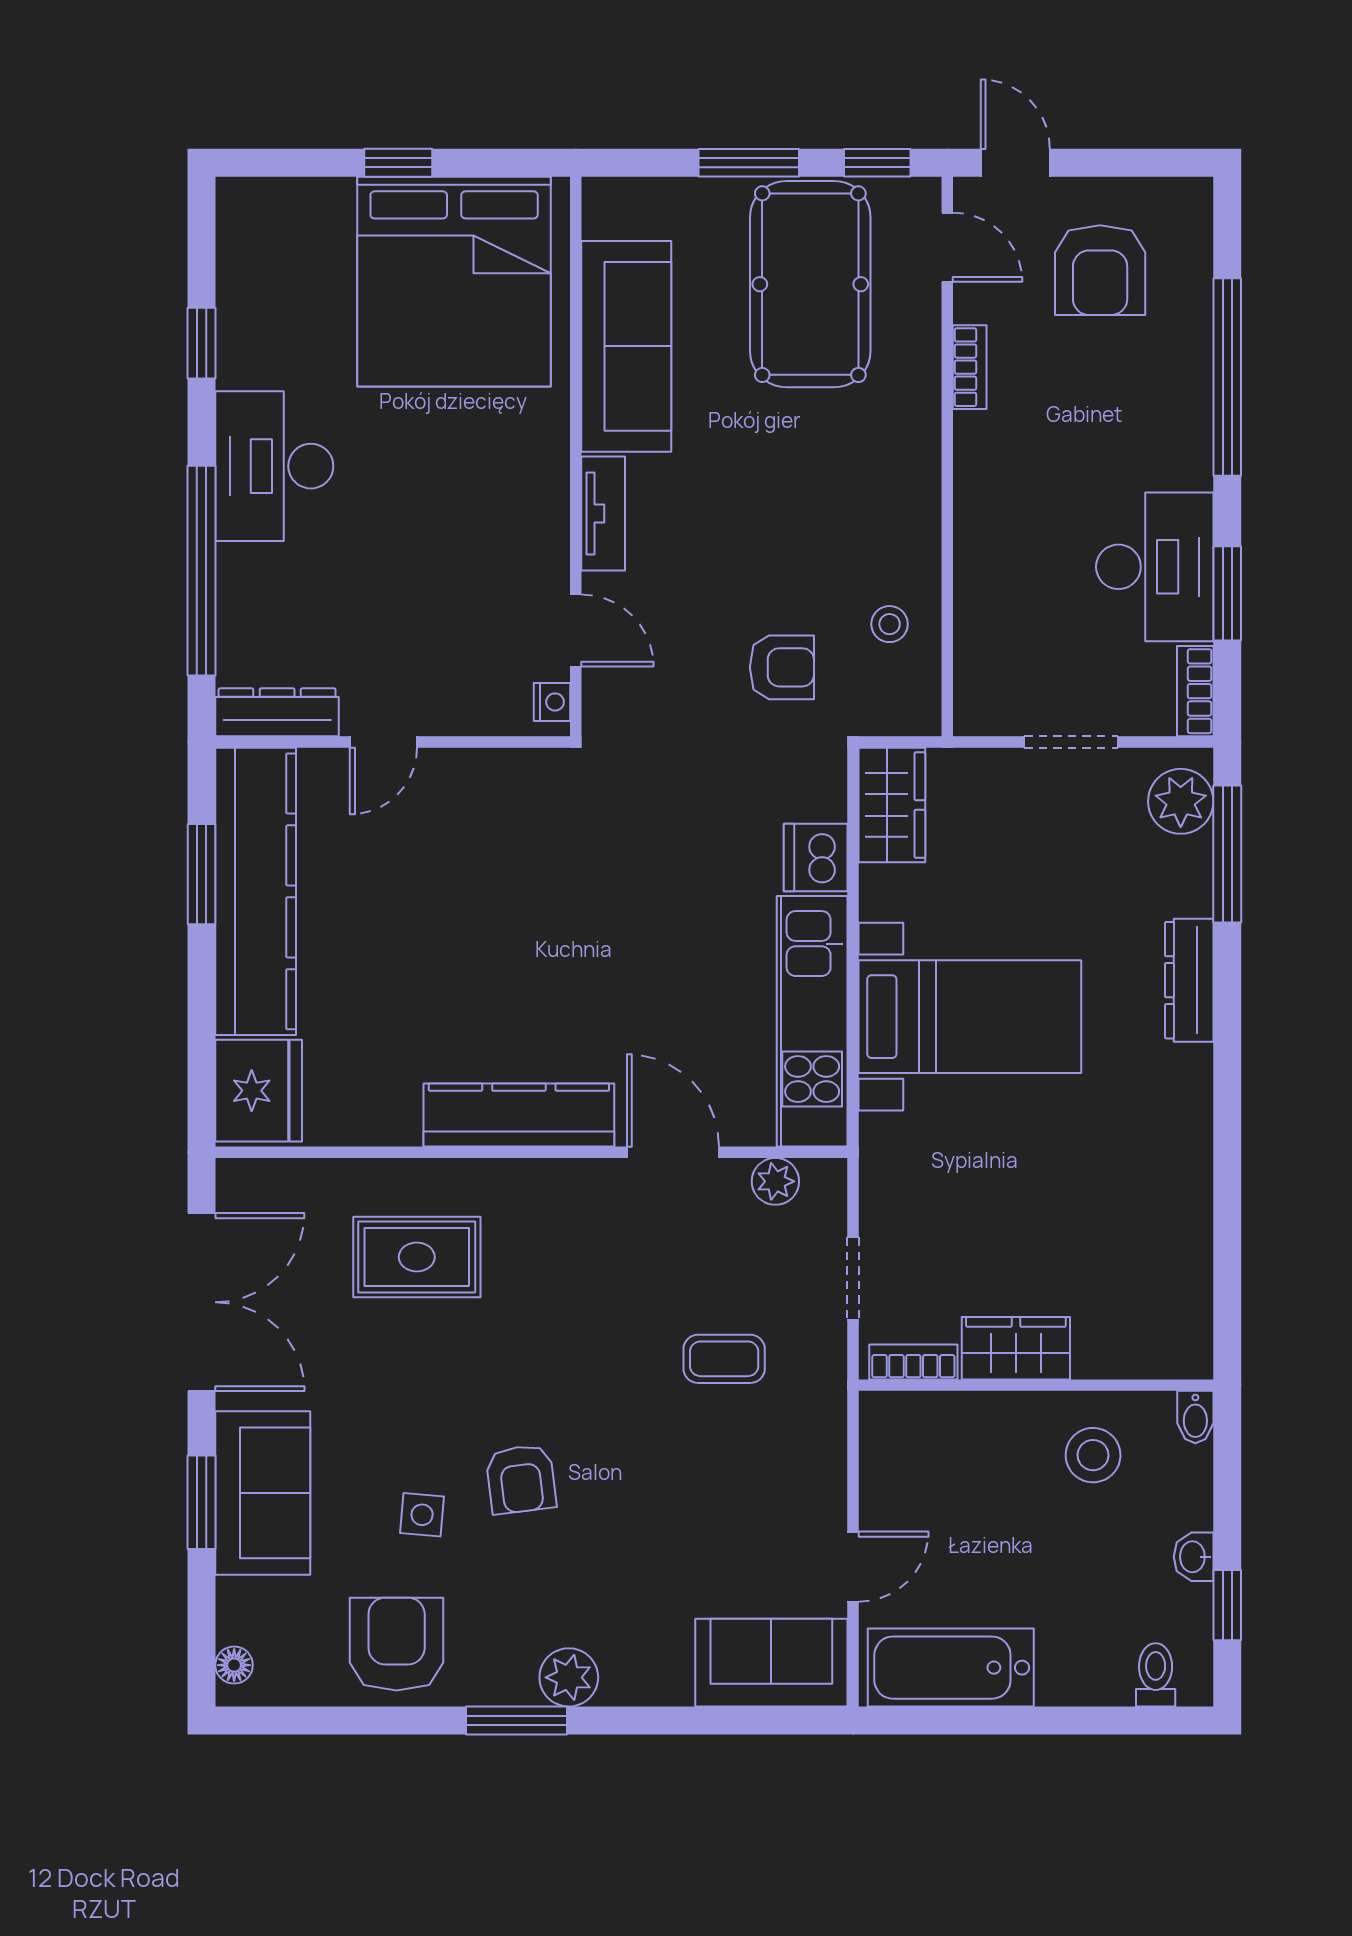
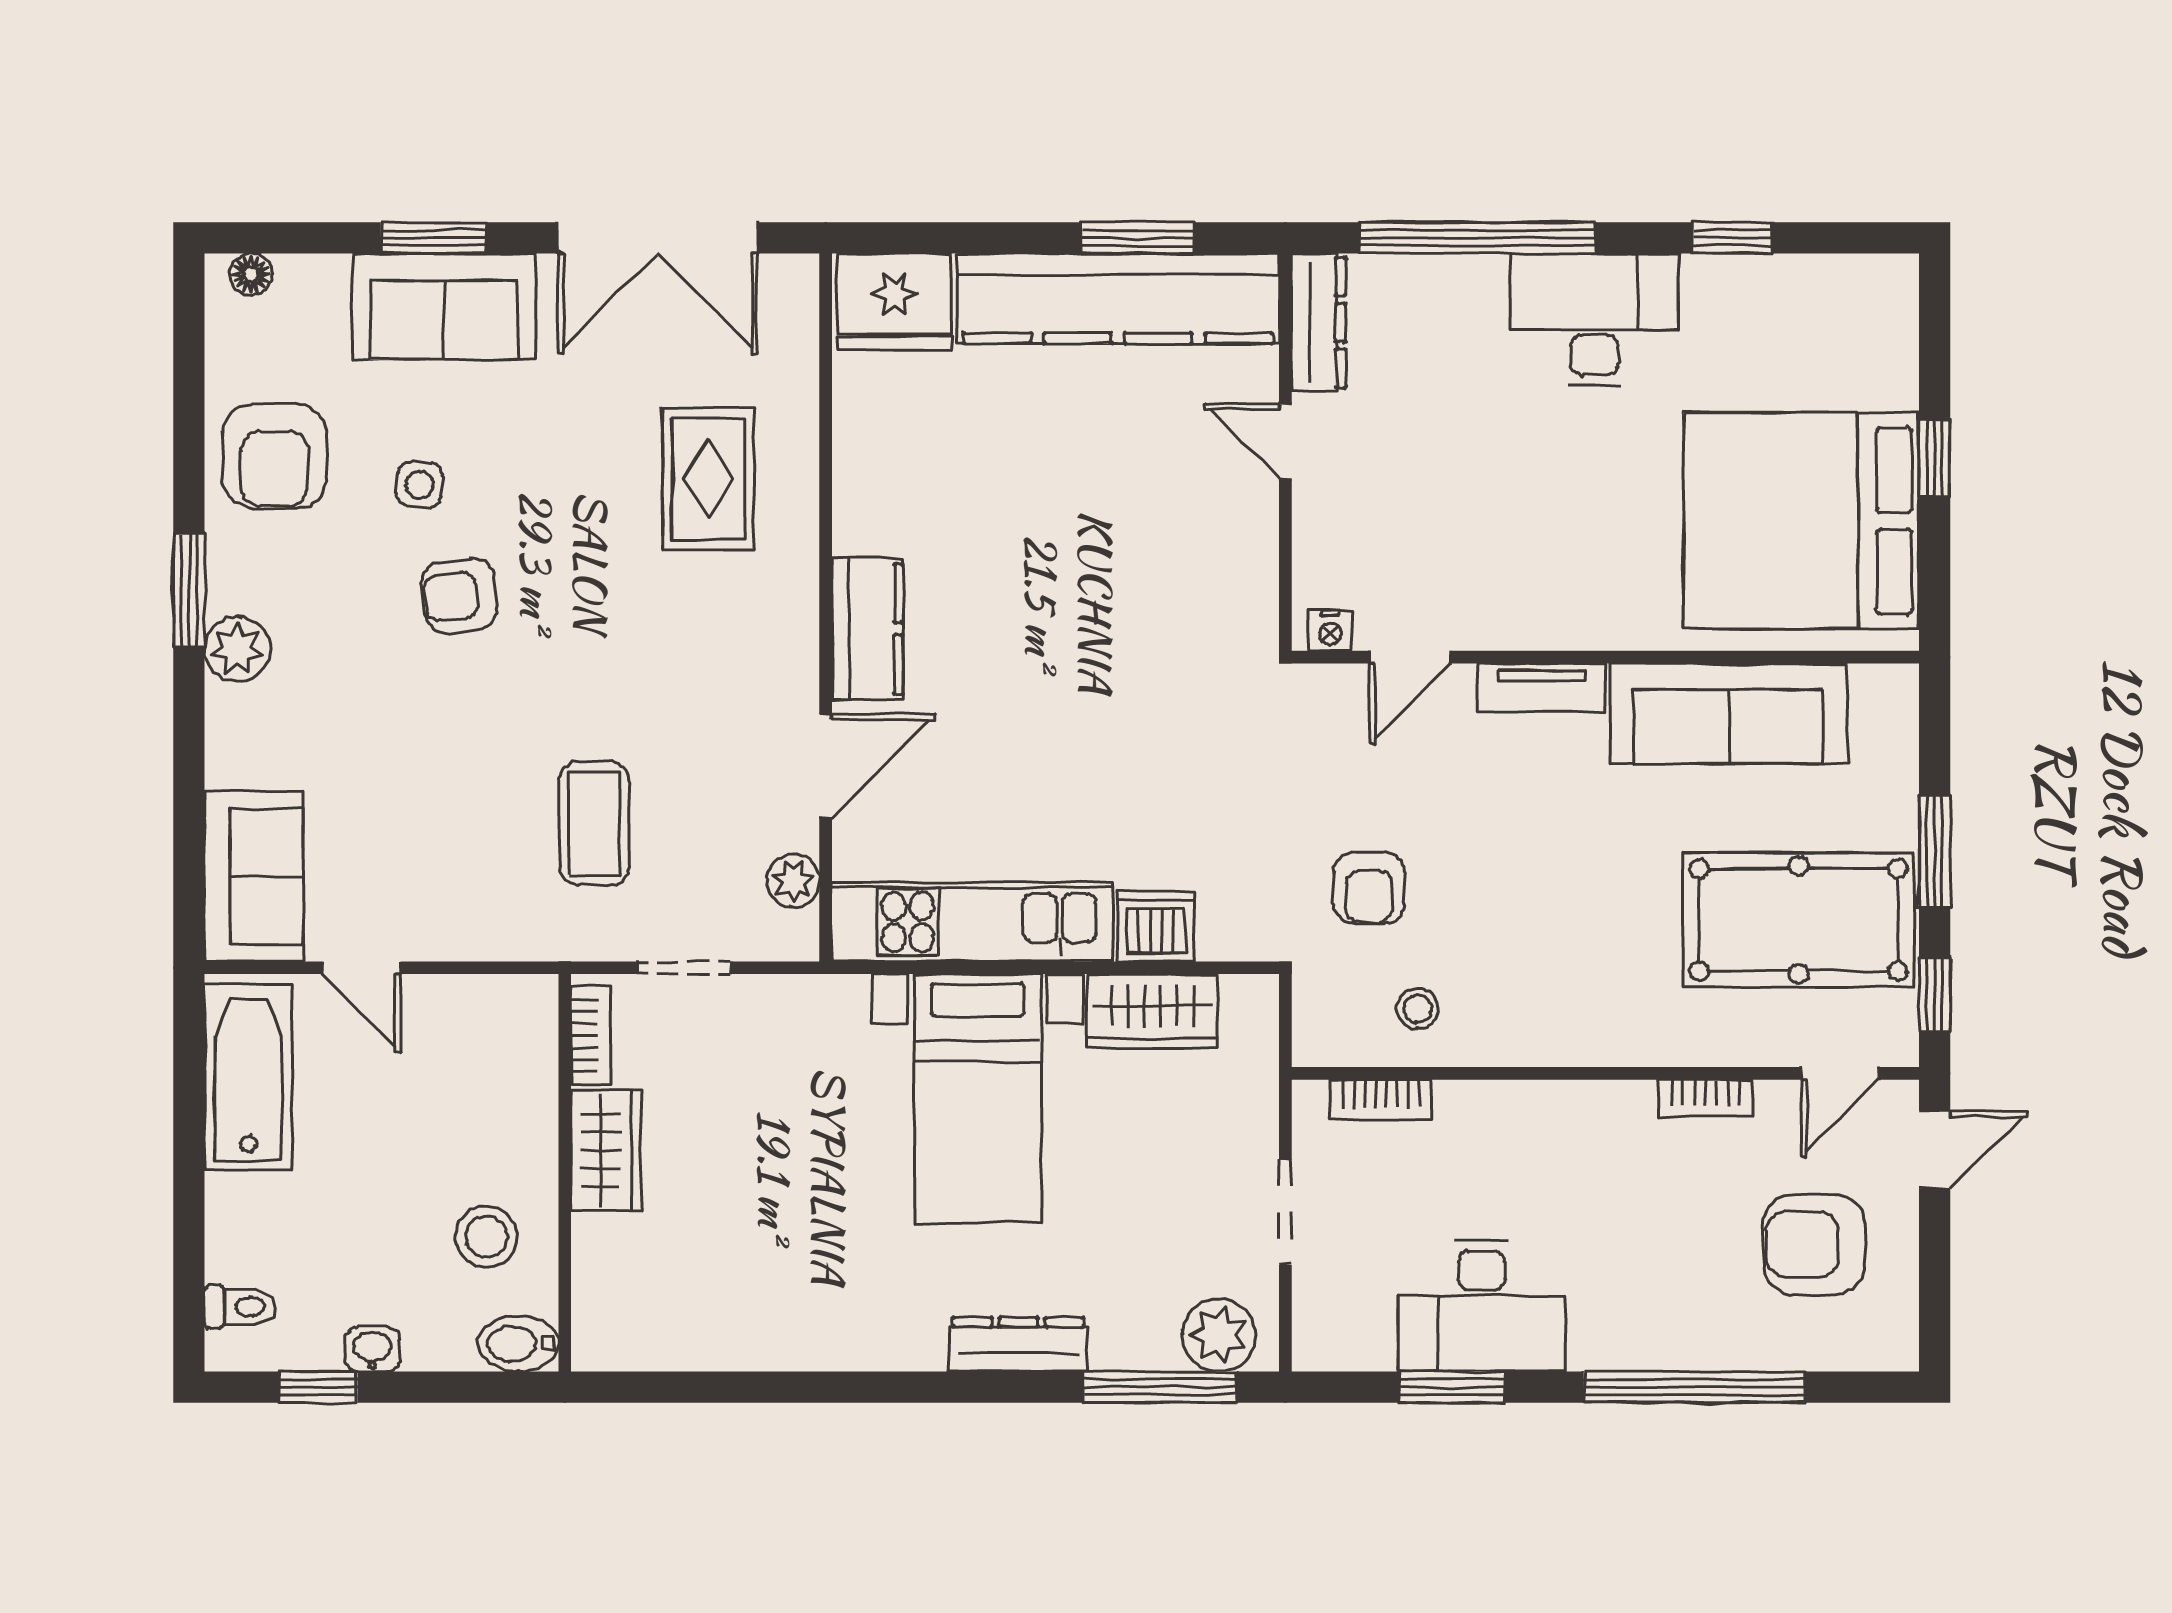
bookcase: (1195, 691) -> (1381, 1100), moved, turned 180
wardrobe: (892, 805) -> (1152, 1011), moved
kitchen counter: (519, 1115) -> (867, 629), width x0.67
coffee table: (724, 1359) -> (594, 823), width x1.36, depth x1.30
bidet: (1195, 1417) -> (518, 1344), width x1.38, depth x1.36
armchair: (397, 1644) -> (275, 456), turned 90

